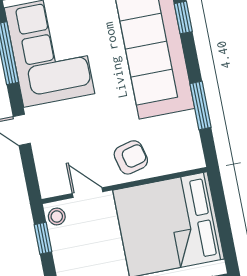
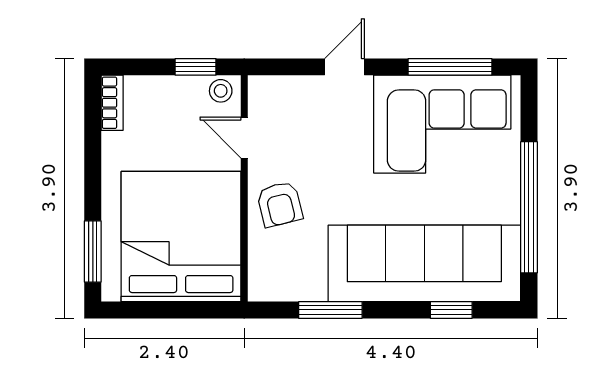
door: (87, 193) -> (244, 138), swing flipped

